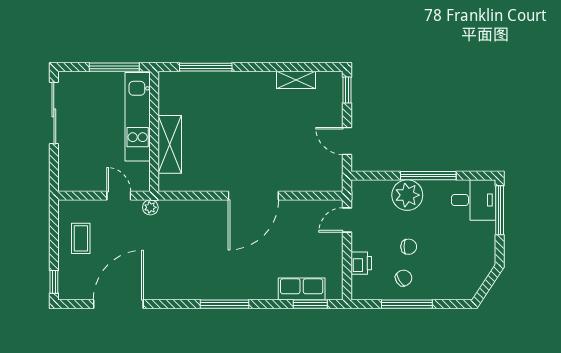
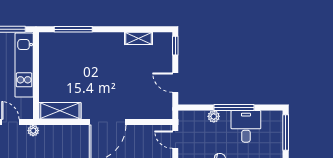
shelving: (170, 144) -> (60, 111), moved, turned 90
plant: (407, 195) -> (214, 116), width x0.53, depth x0.53
desk: (474, 200) -> (246, 126), moved, turned -90
door: (347, 220) -> (175, 140), hinge flipped

